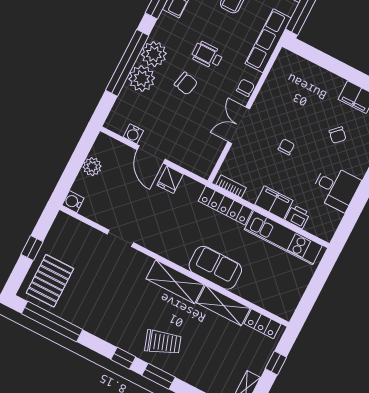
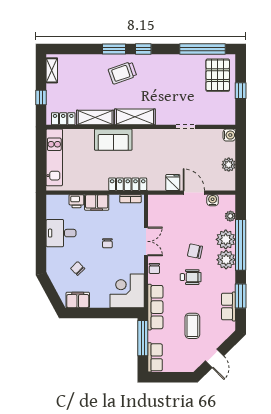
corner desk: (292, 78) -> (127, 291), added
plant: (122, 104) -> (230, 216), added
kitchen unit: (283, 238) -> (54, 157), moved, turned 90

